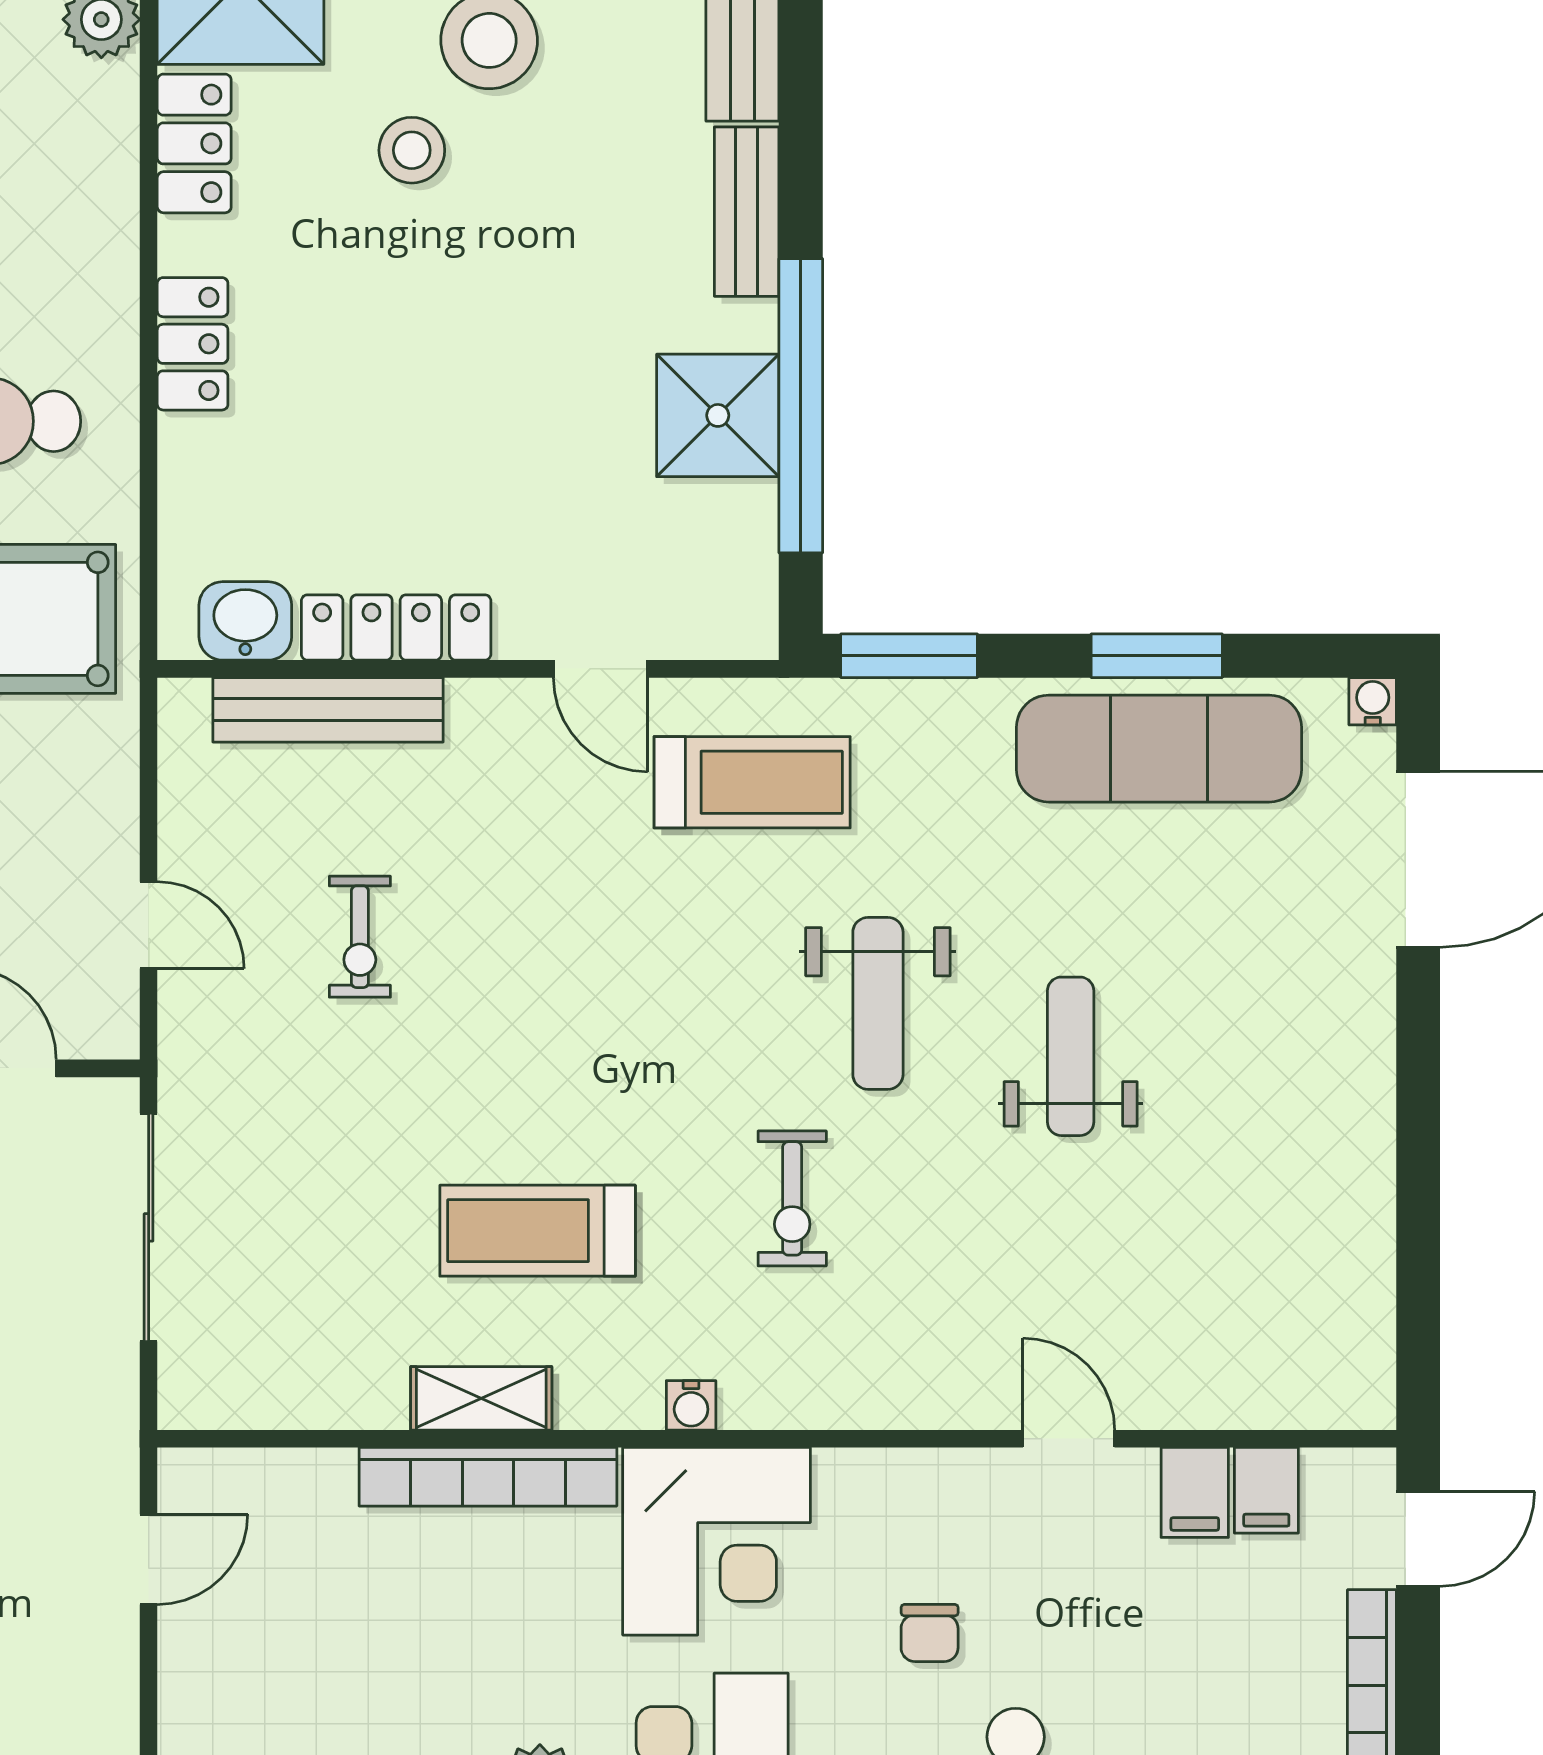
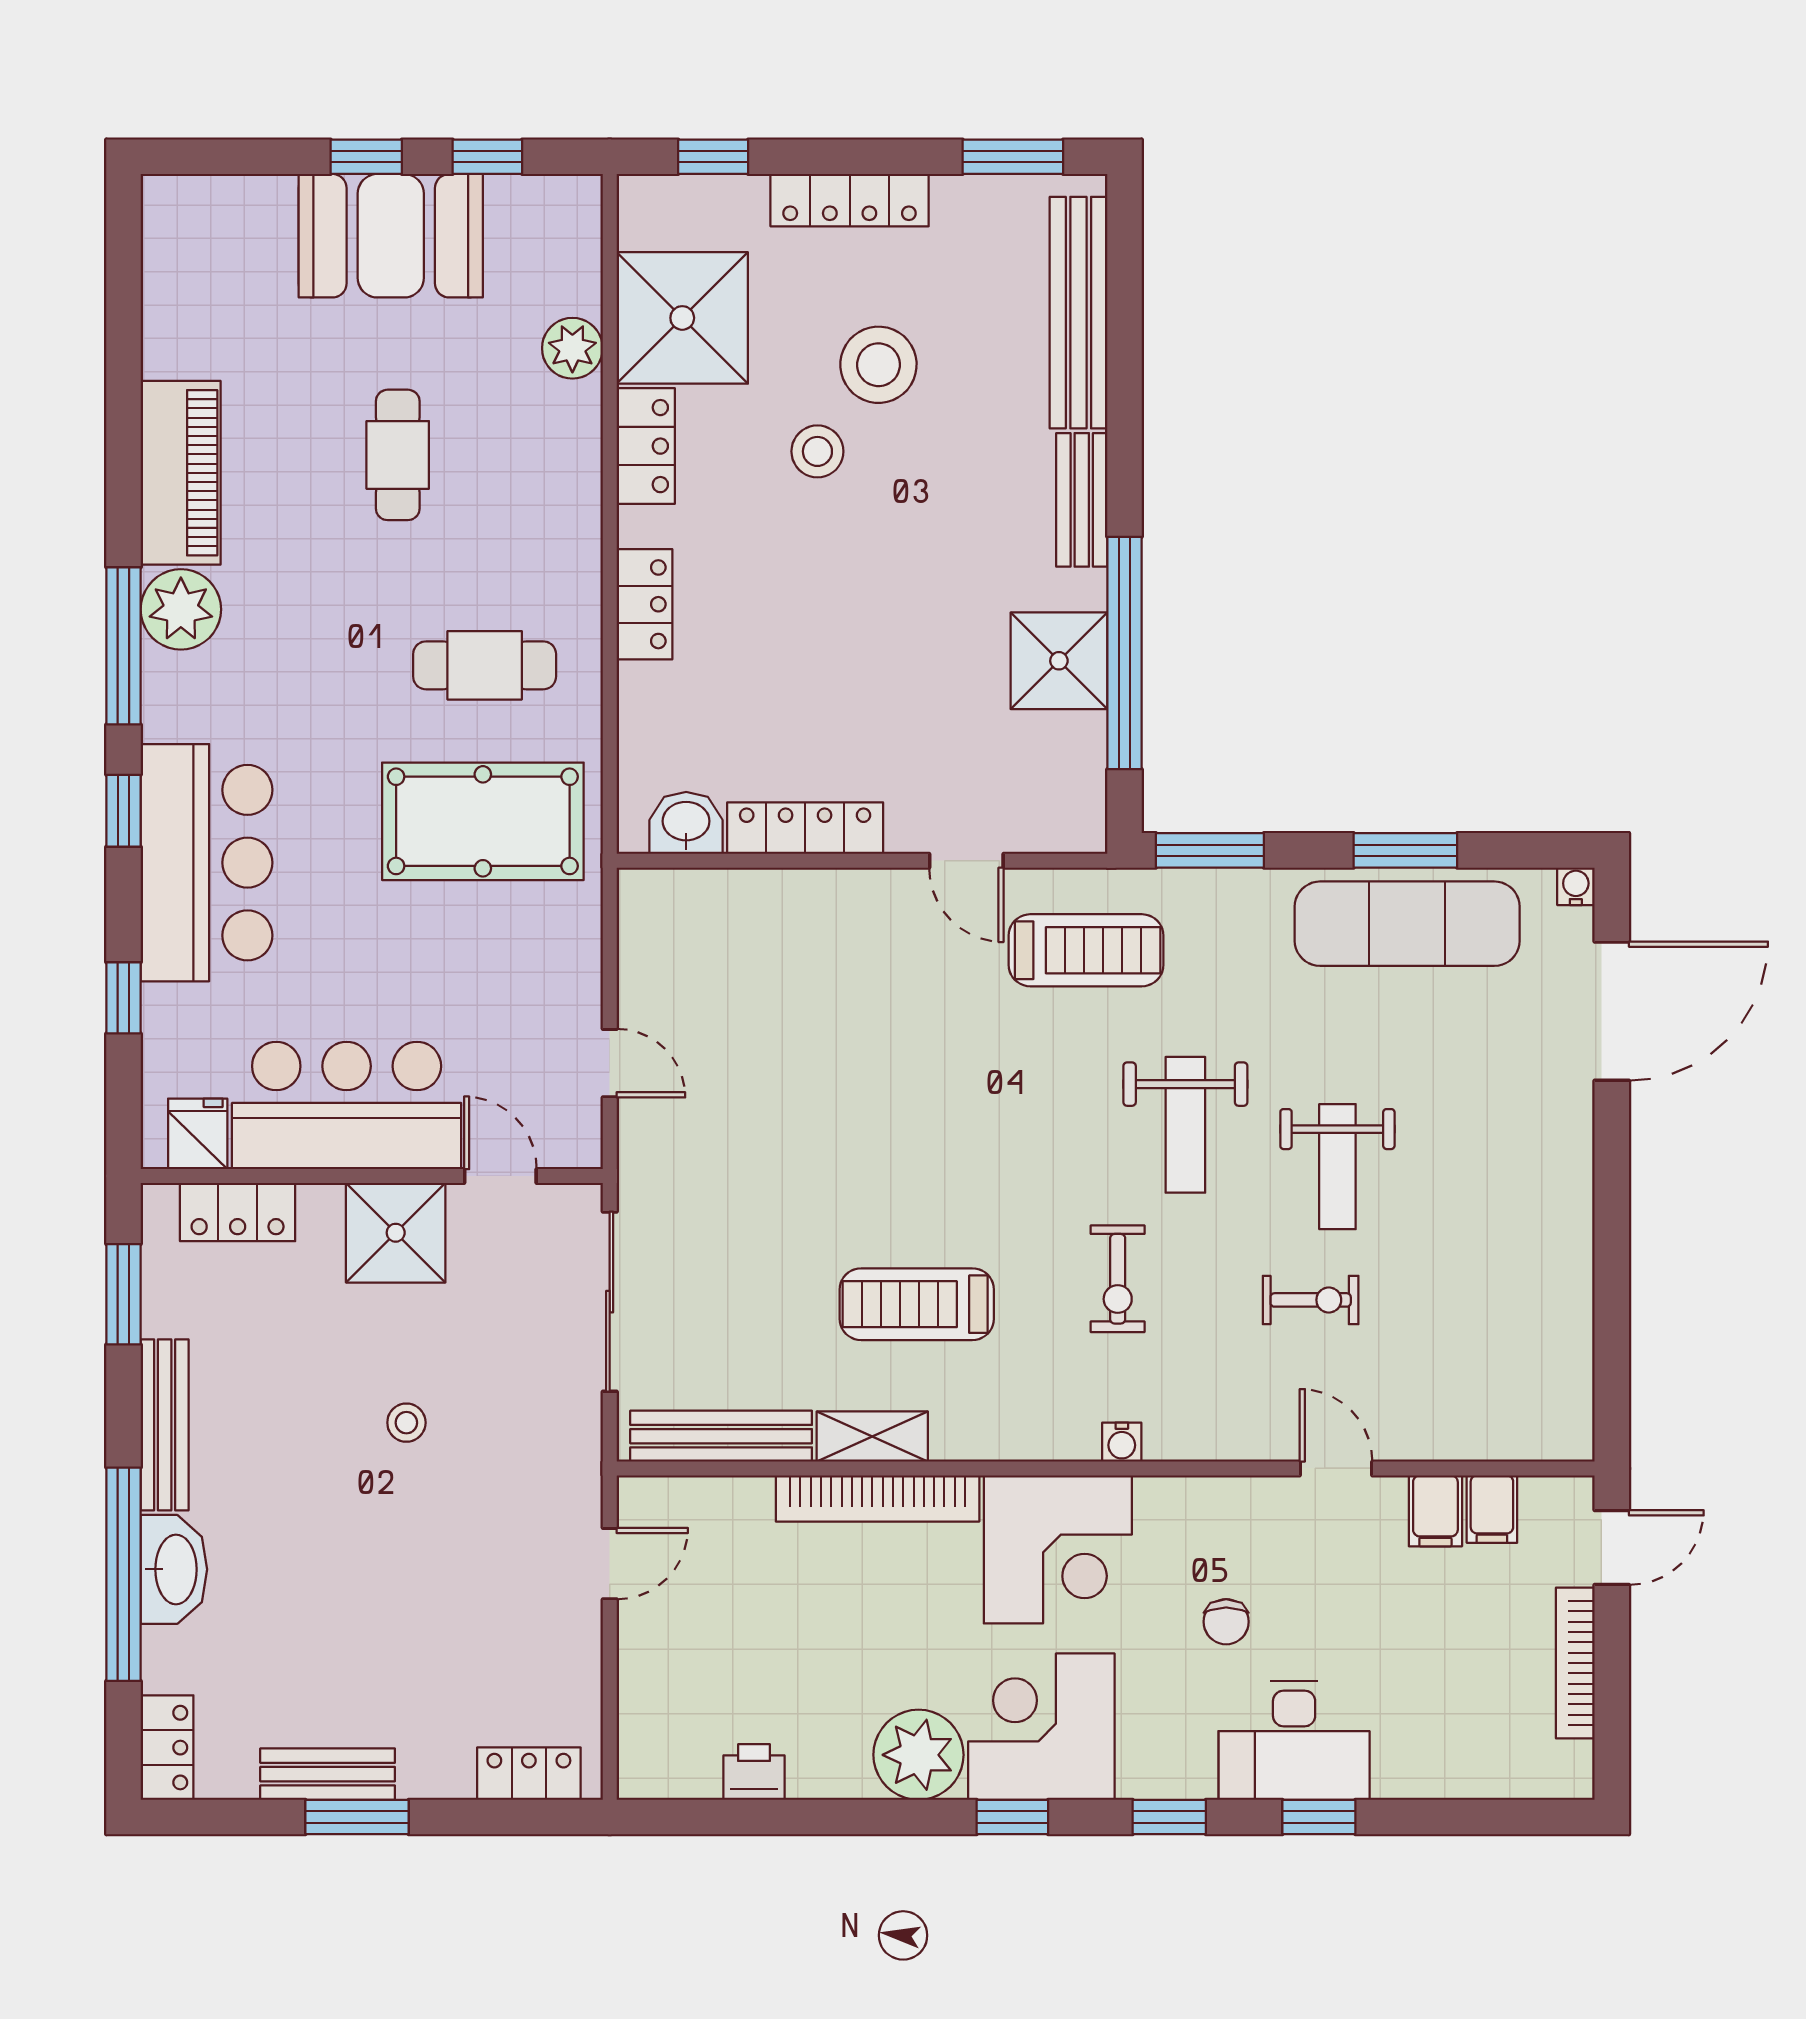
bench: (328, 710) -> (721, 1436), moved
exercise bike: (360, 937) -> (1311, 1300), moved, turned -90
weight bench: (1071, 1056) -> (1337, 1167), turned 180
water cooler: (691, 1405) -> (1122, 1442), moved

